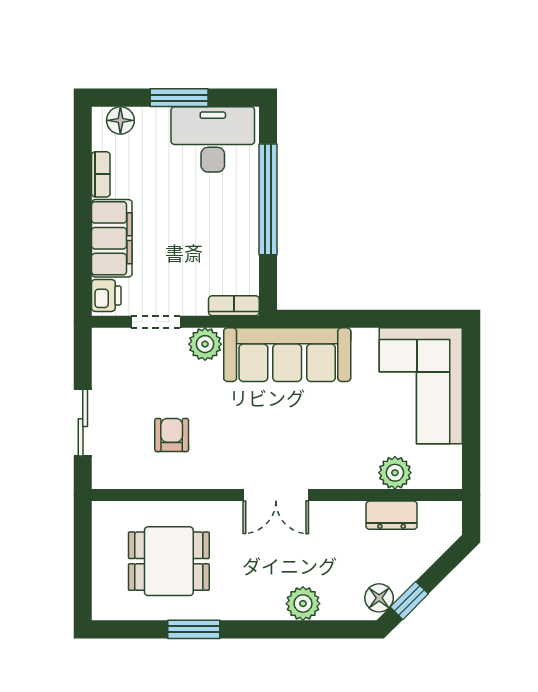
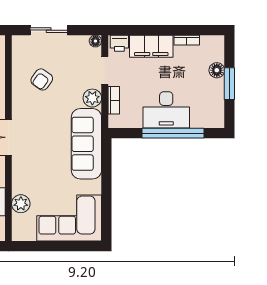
floor lamp: (120, 120) -> (217, 70), moved
desk: (213, 139) -> (166, 110), moved, turned 90
bookcase: (234, 306) -> (114, 100), moved
floor lamp: (103, 339) -> (95, 41), added
armchair: (172, 435) -> (42, 79), turned 126

